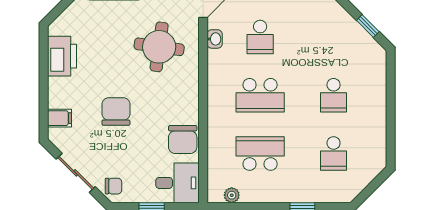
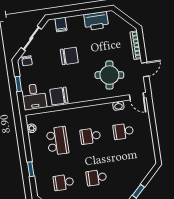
school desk: (260, 95) -> (90, 136), width x0.54

